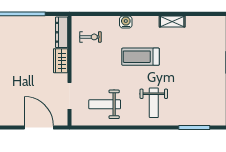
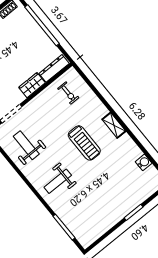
shelving: (172, 21) -> (114, 125), moved
water cooler: (126, 22) -> (144, 162), moved
treadmill: (140, 57) -> (84, 143), turned 180

